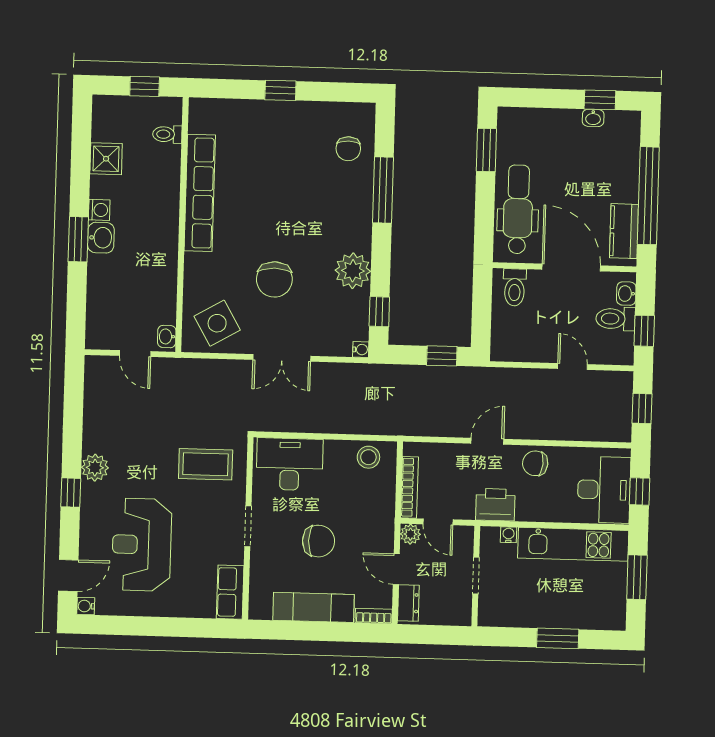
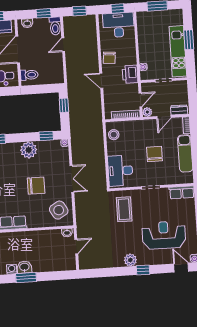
toilet: (616, 319) -> (55, 26), moved
kitchen unit: (573, 544) -> (178, 51), moved, turned 180
reception desk: (142, 545) -> (164, 235), turned 180

